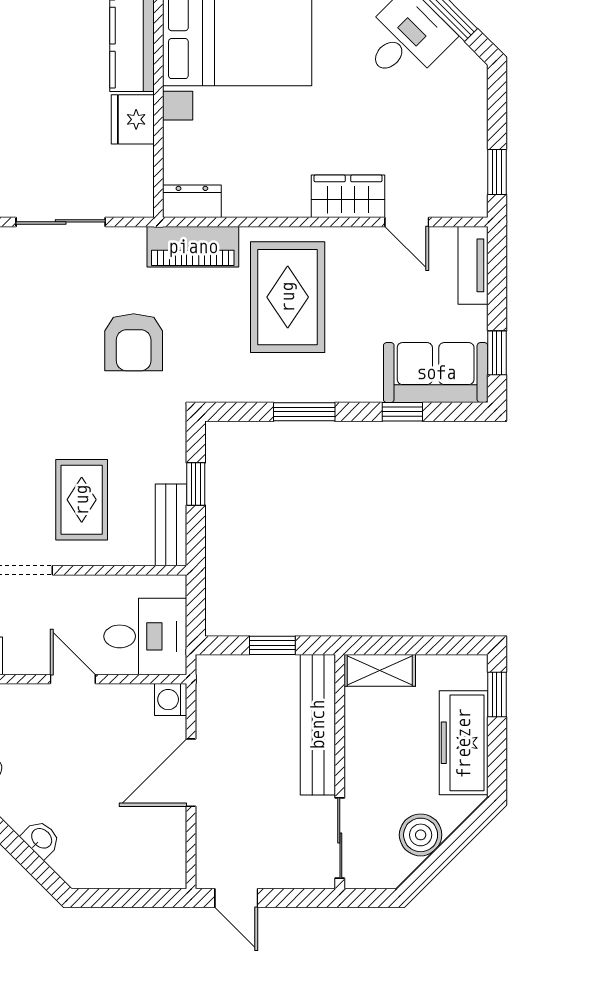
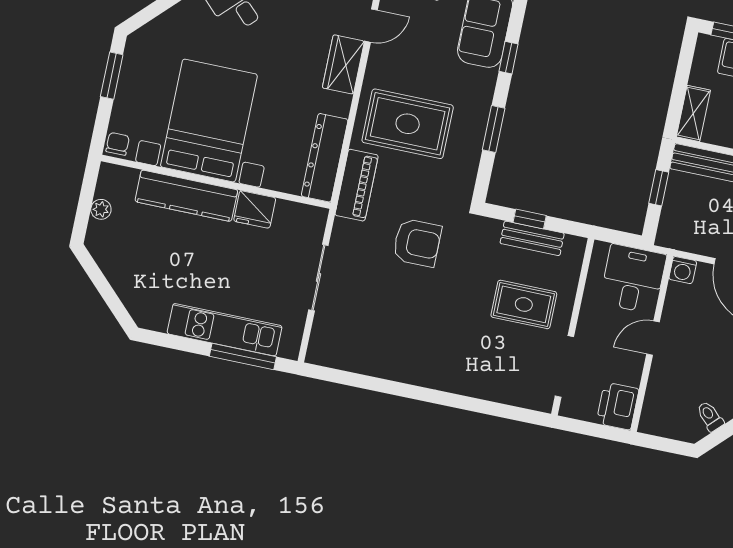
dresser: (192, 201) -> (325, 158), width x1.96, depth x1.24
bench: (171, 525) -> (532, 238), moved

